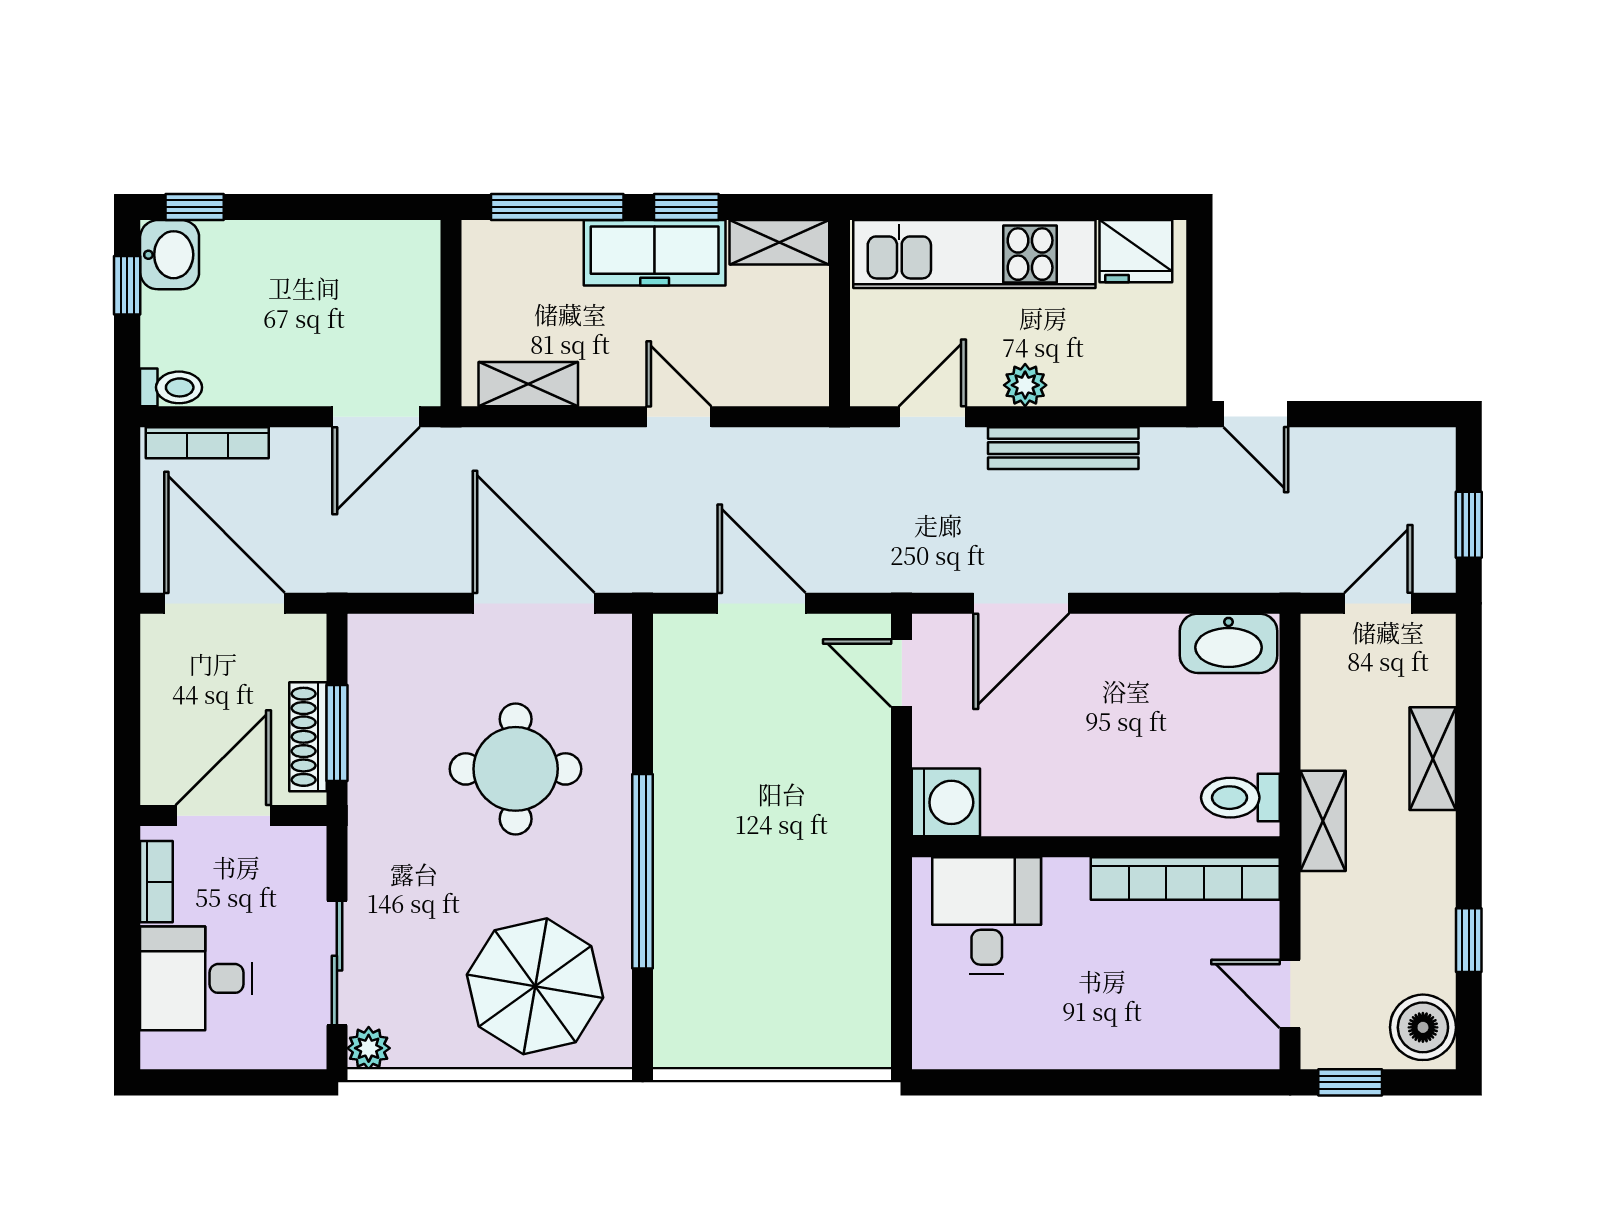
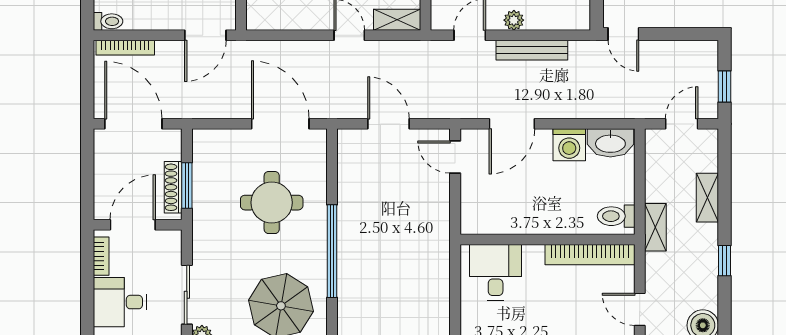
shelving: (528, 384) -> (397, 20), moved
washing machine: (946, 802) -> (569, 145), moved, turned 90
window: (1469, 940) -> (725, 261), moved

